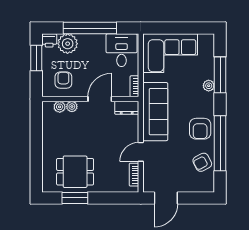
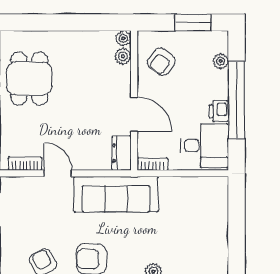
printer: (49, 40) -> (219, 111), moved
plant: (68, 44) -> (221, 61), width x0.53, depth x0.53
corner sofa: (170, 53) -> (200, 216), removed
armchair: (63, 80) -> (161, 62), turned 126
plant: (72, 107) -> (123, 38), moved

